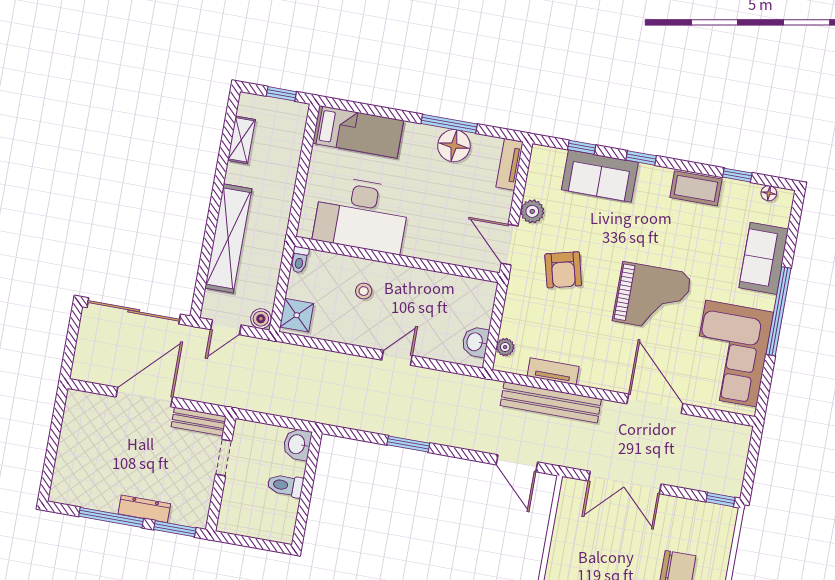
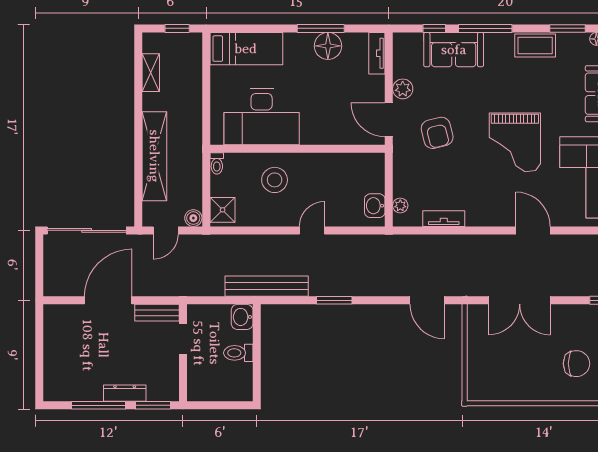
window: (641, 158) -> (485, 28), width x2.17
window: (737, 175) -> (568, 28), width x1.50
stool: (364, 291) -> (275, 180), width x1.89, depth x1.89
grand piano: (652, 297) -> (515, 142), turned 90
bench: (551, 402) -> (267, 286), moved
door: (655, 404) -> (533, 230), width x0.73

